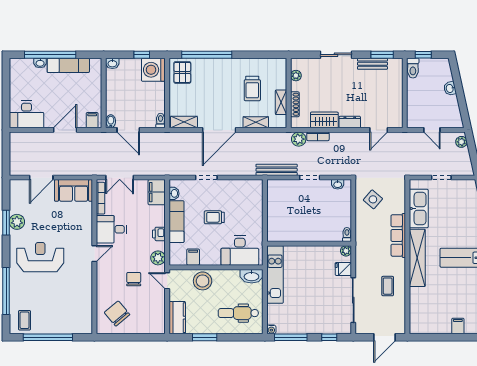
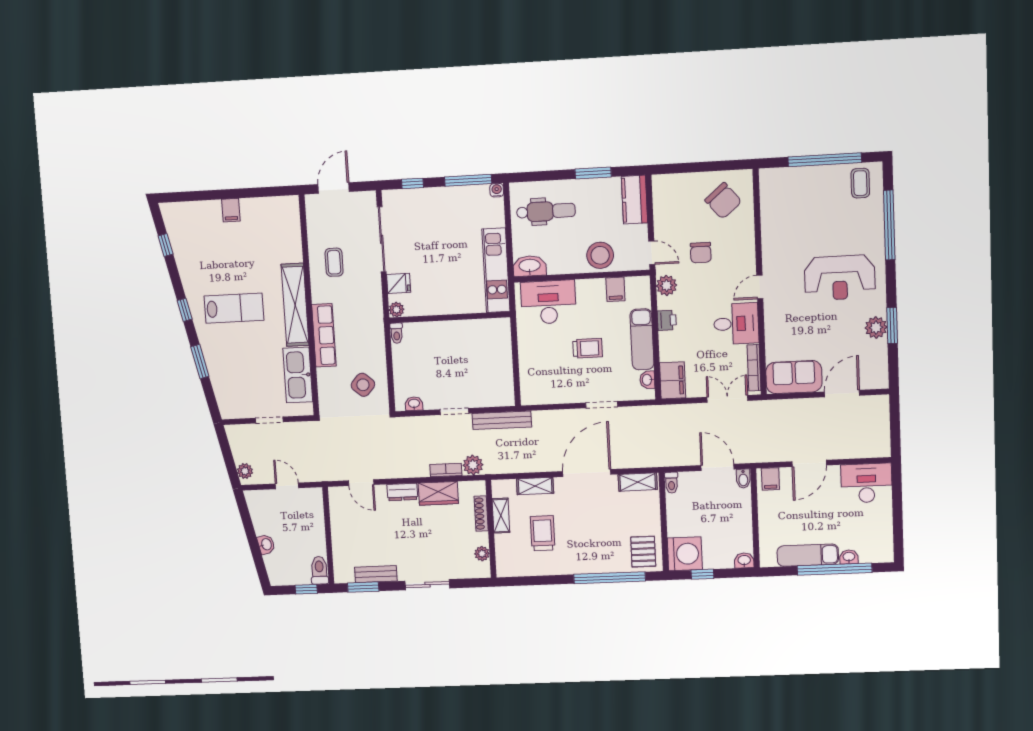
door: (379, 130) -> (361, 483), swing flipped

